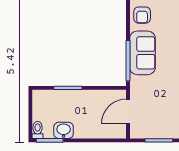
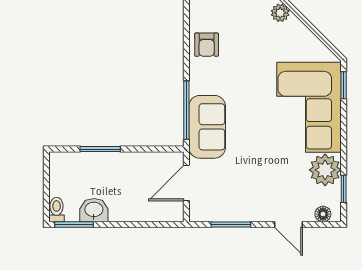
sofa: (142, 53) -> (207, 127), moved

